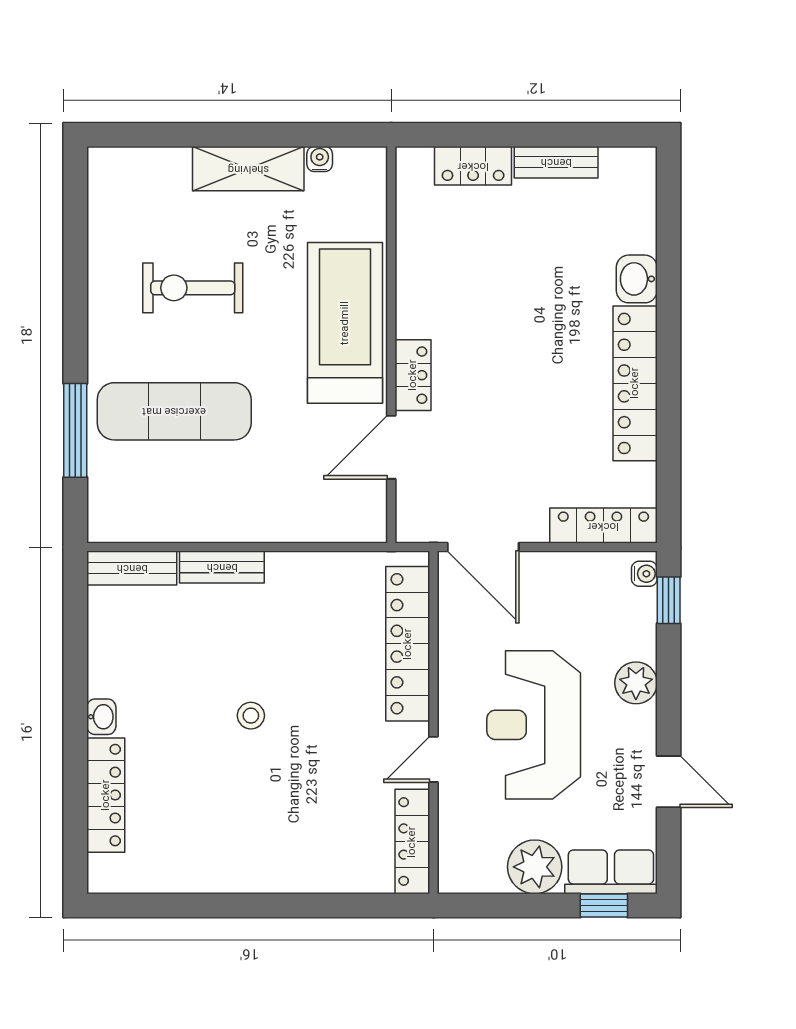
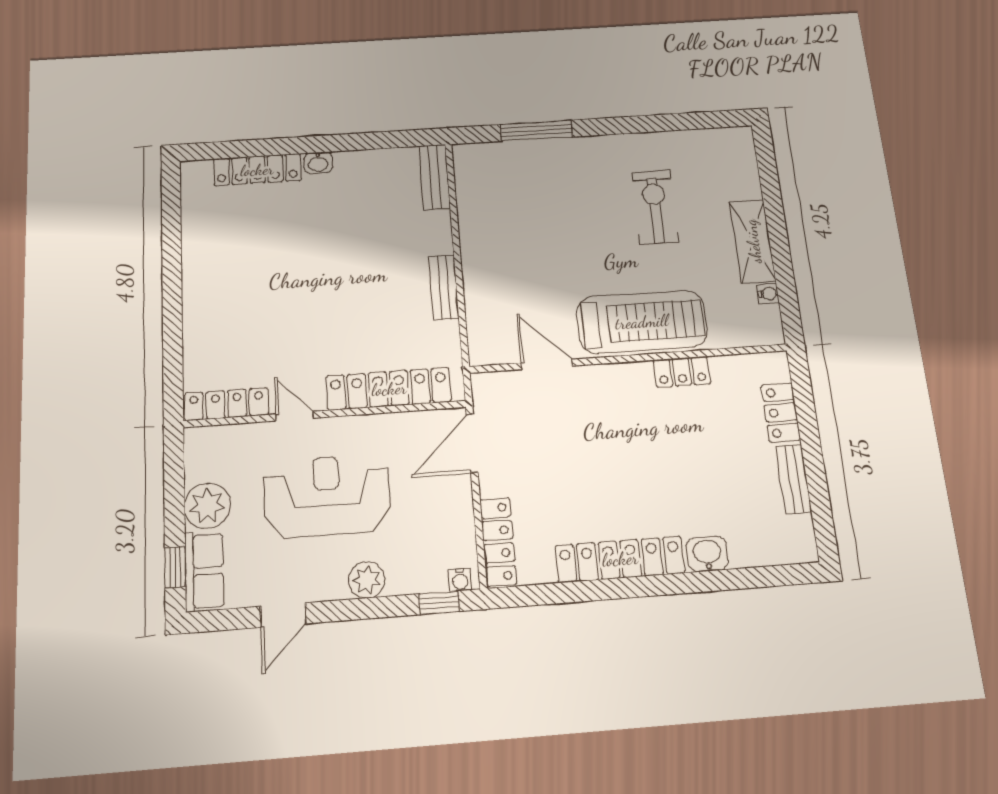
locker: (413, 375) -> (682, 372), moved
exercise mat: (174, 411) -> (558, 200), removed
bench: (222, 567) -> (444, 287), moved
stool: (251, 716) -> (324, 272), removed

